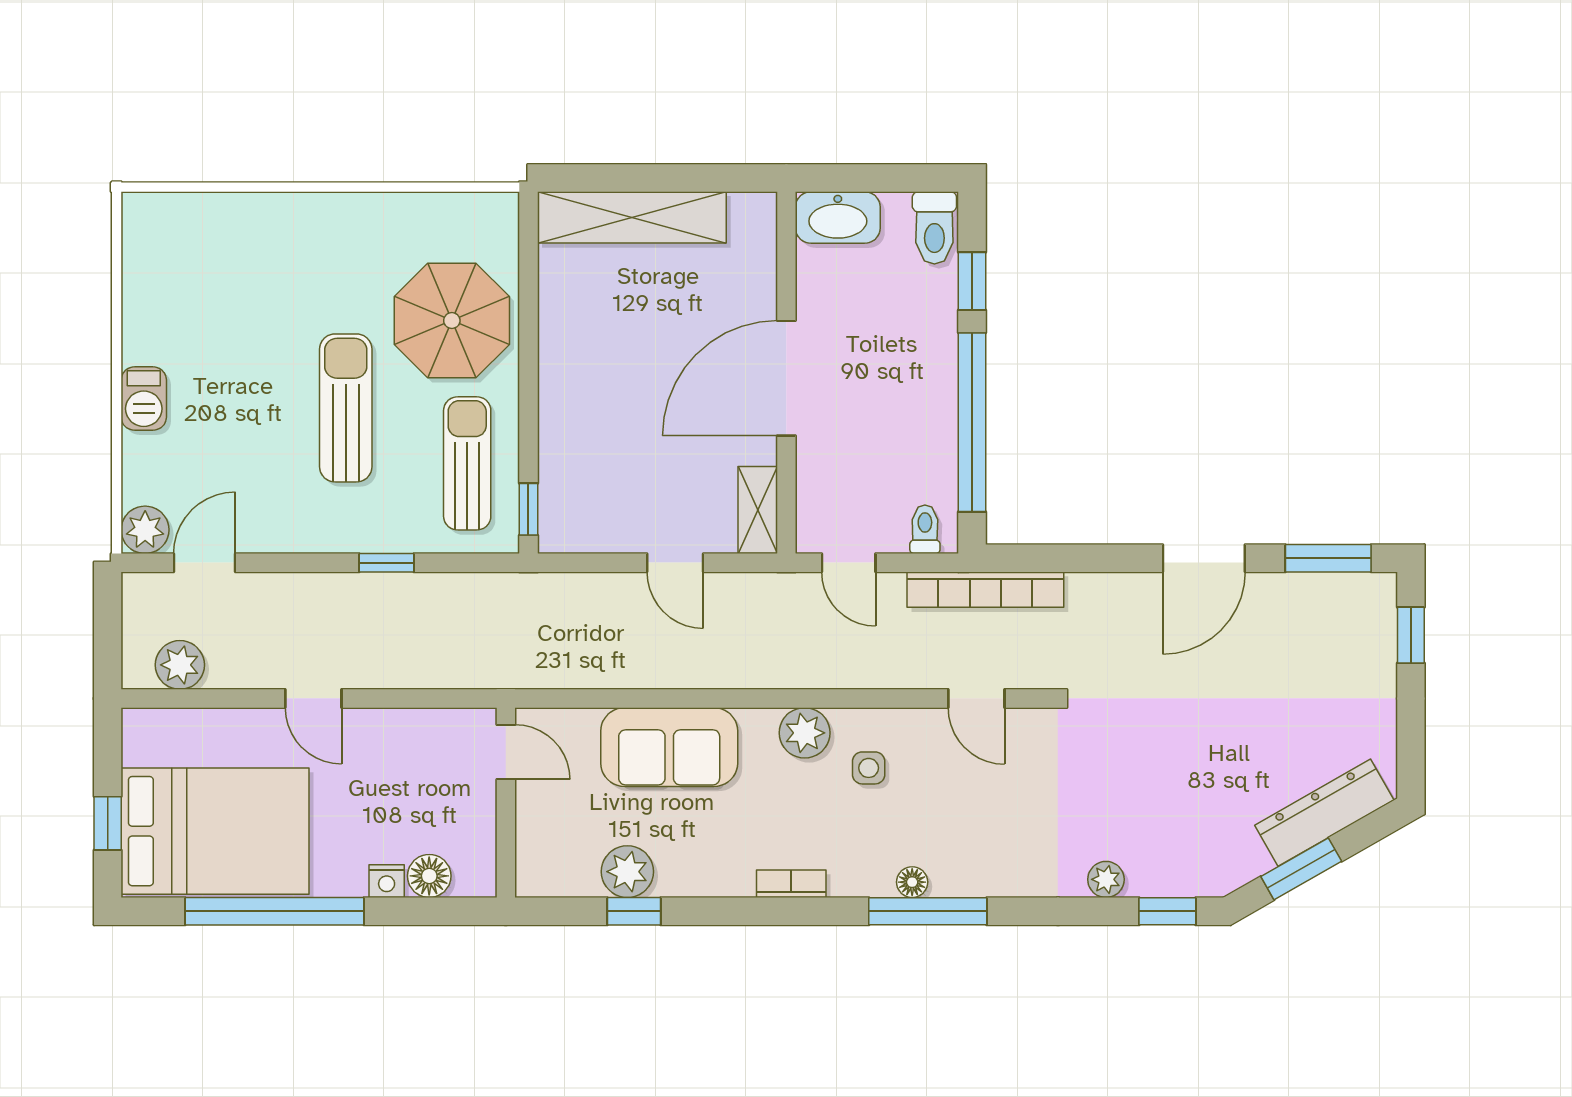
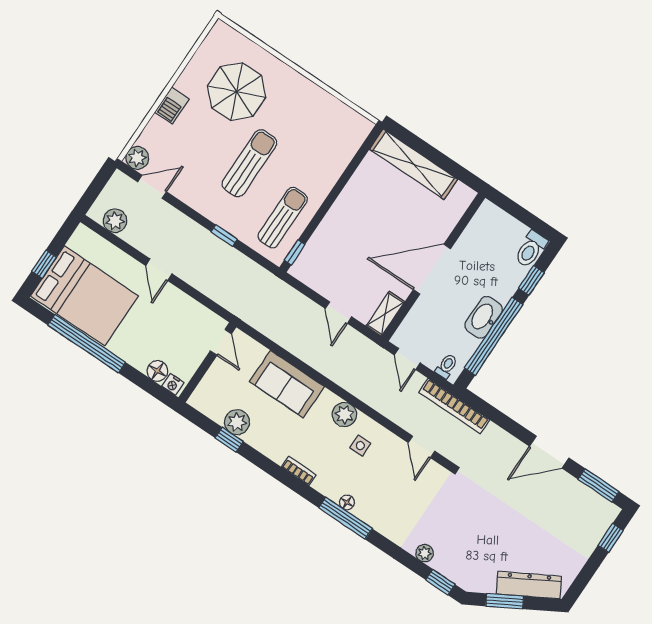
washbasin: (838, 218) -> (484, 317), moved, turned 90
parasol: (452, 321) -> (237, 92), moved
nightstand: (387, 881) -> (173, 384), moved

